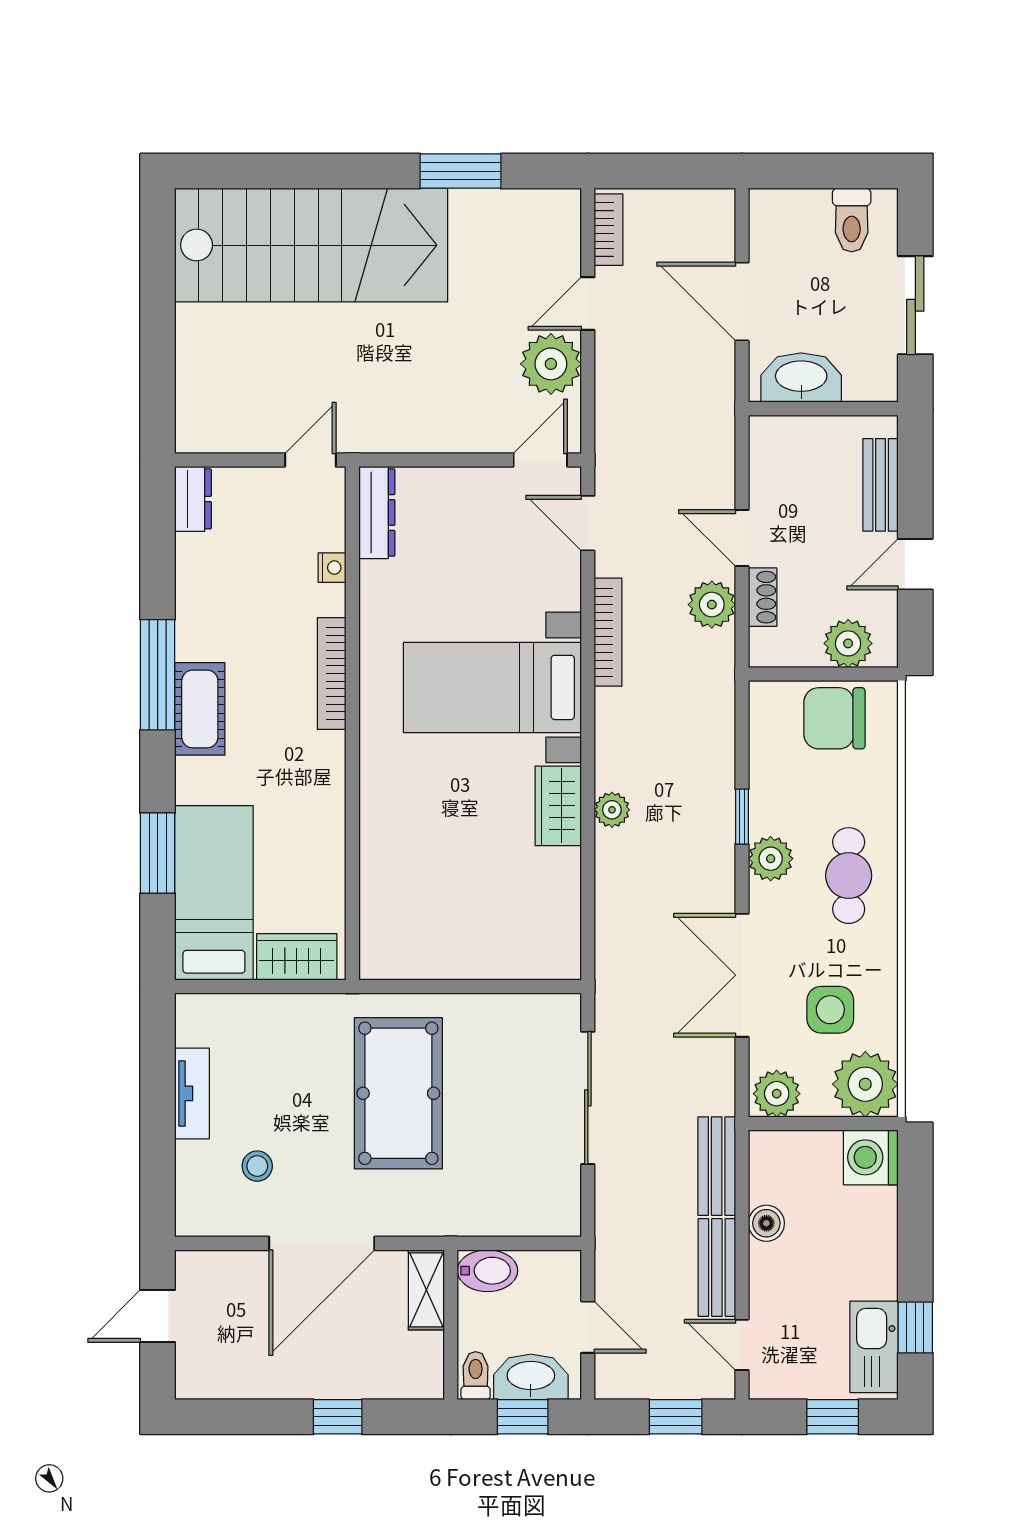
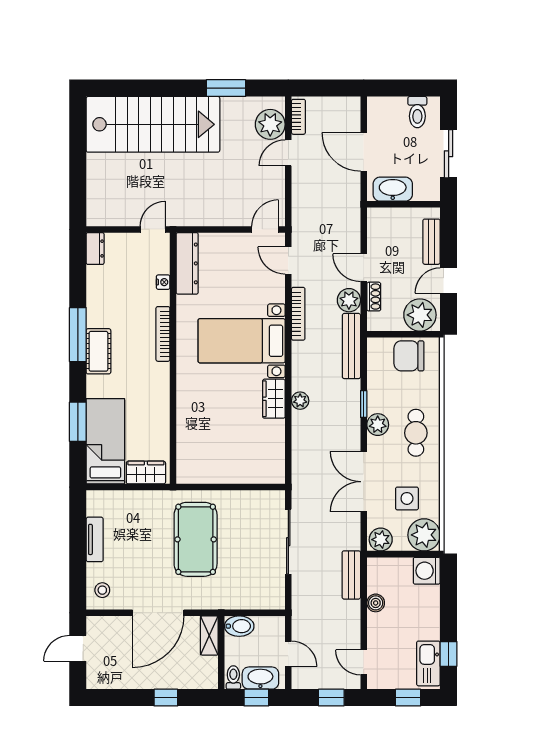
plant: (551, 364) -> (270, 124), moved
dresser: (377, 512) -> (187, 263), width x1.37, depth x1.24
plant: (848, 643) -> (420, 315), width x1.36, depth x1.36
stool: (257, 1166) -> (102, 590), moved
bench: (717, 1267) -> (351, 346), moved, width x1.36

